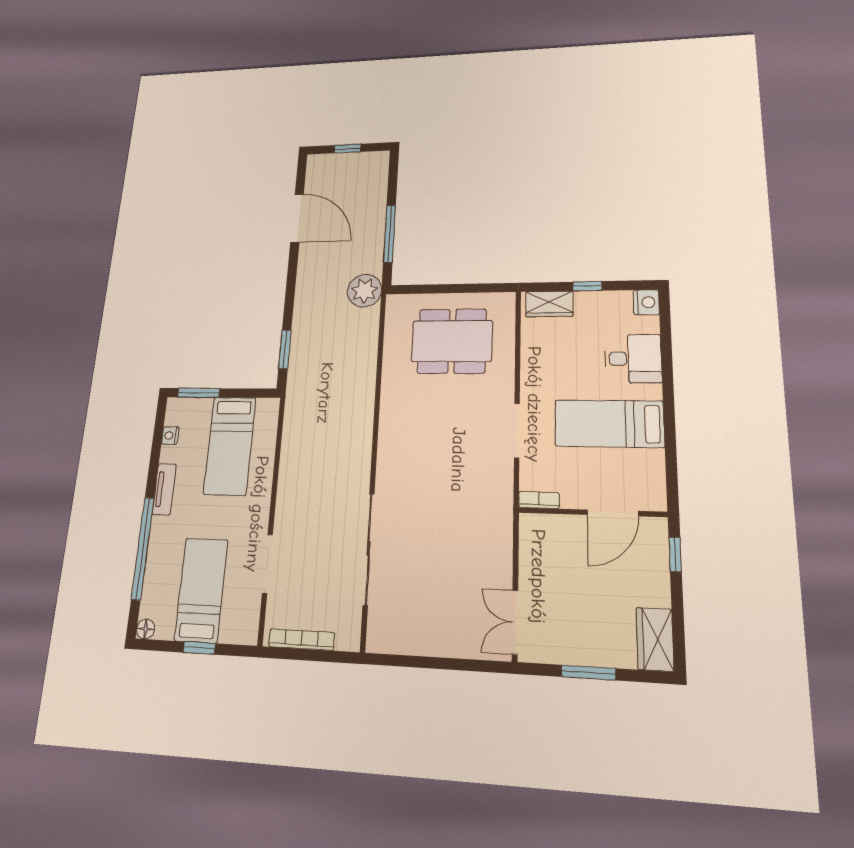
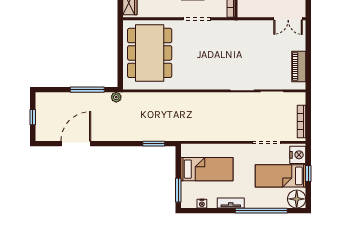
plant: (364, 291) -> (116, 97), width x0.53, depth x0.53
dining table: (452, 341) -> (150, 53), width x1.36, depth x1.24
nightstand: (237, 628) -> (298, 155), added
floor lamp: (146, 629) -> (297, 199), width x1.89, depth x1.89
piano: (413, 640) -> (299, 66), added

